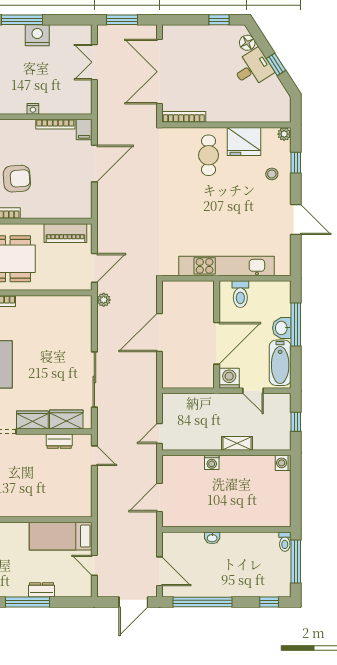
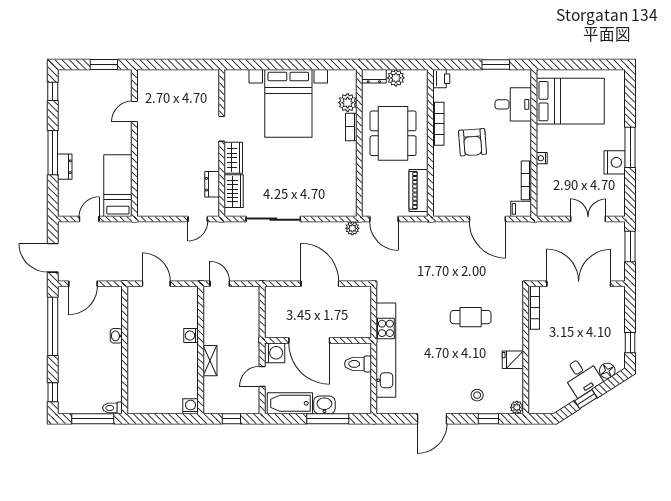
fridge: (244, 141) -> (513, 360), width x0.53, depth x0.75
cafe table: (209, 155) -> (471, 317), moved

